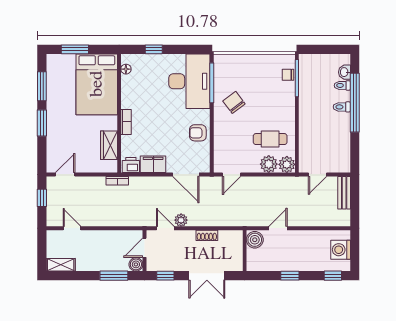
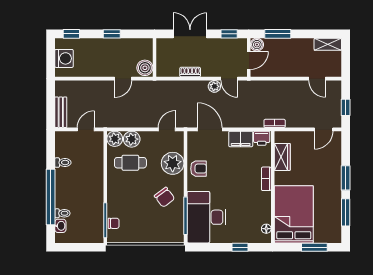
toilet: (342, 107) -> (63, 163), moved
plant: (225, 138) -> (173, 163), added

